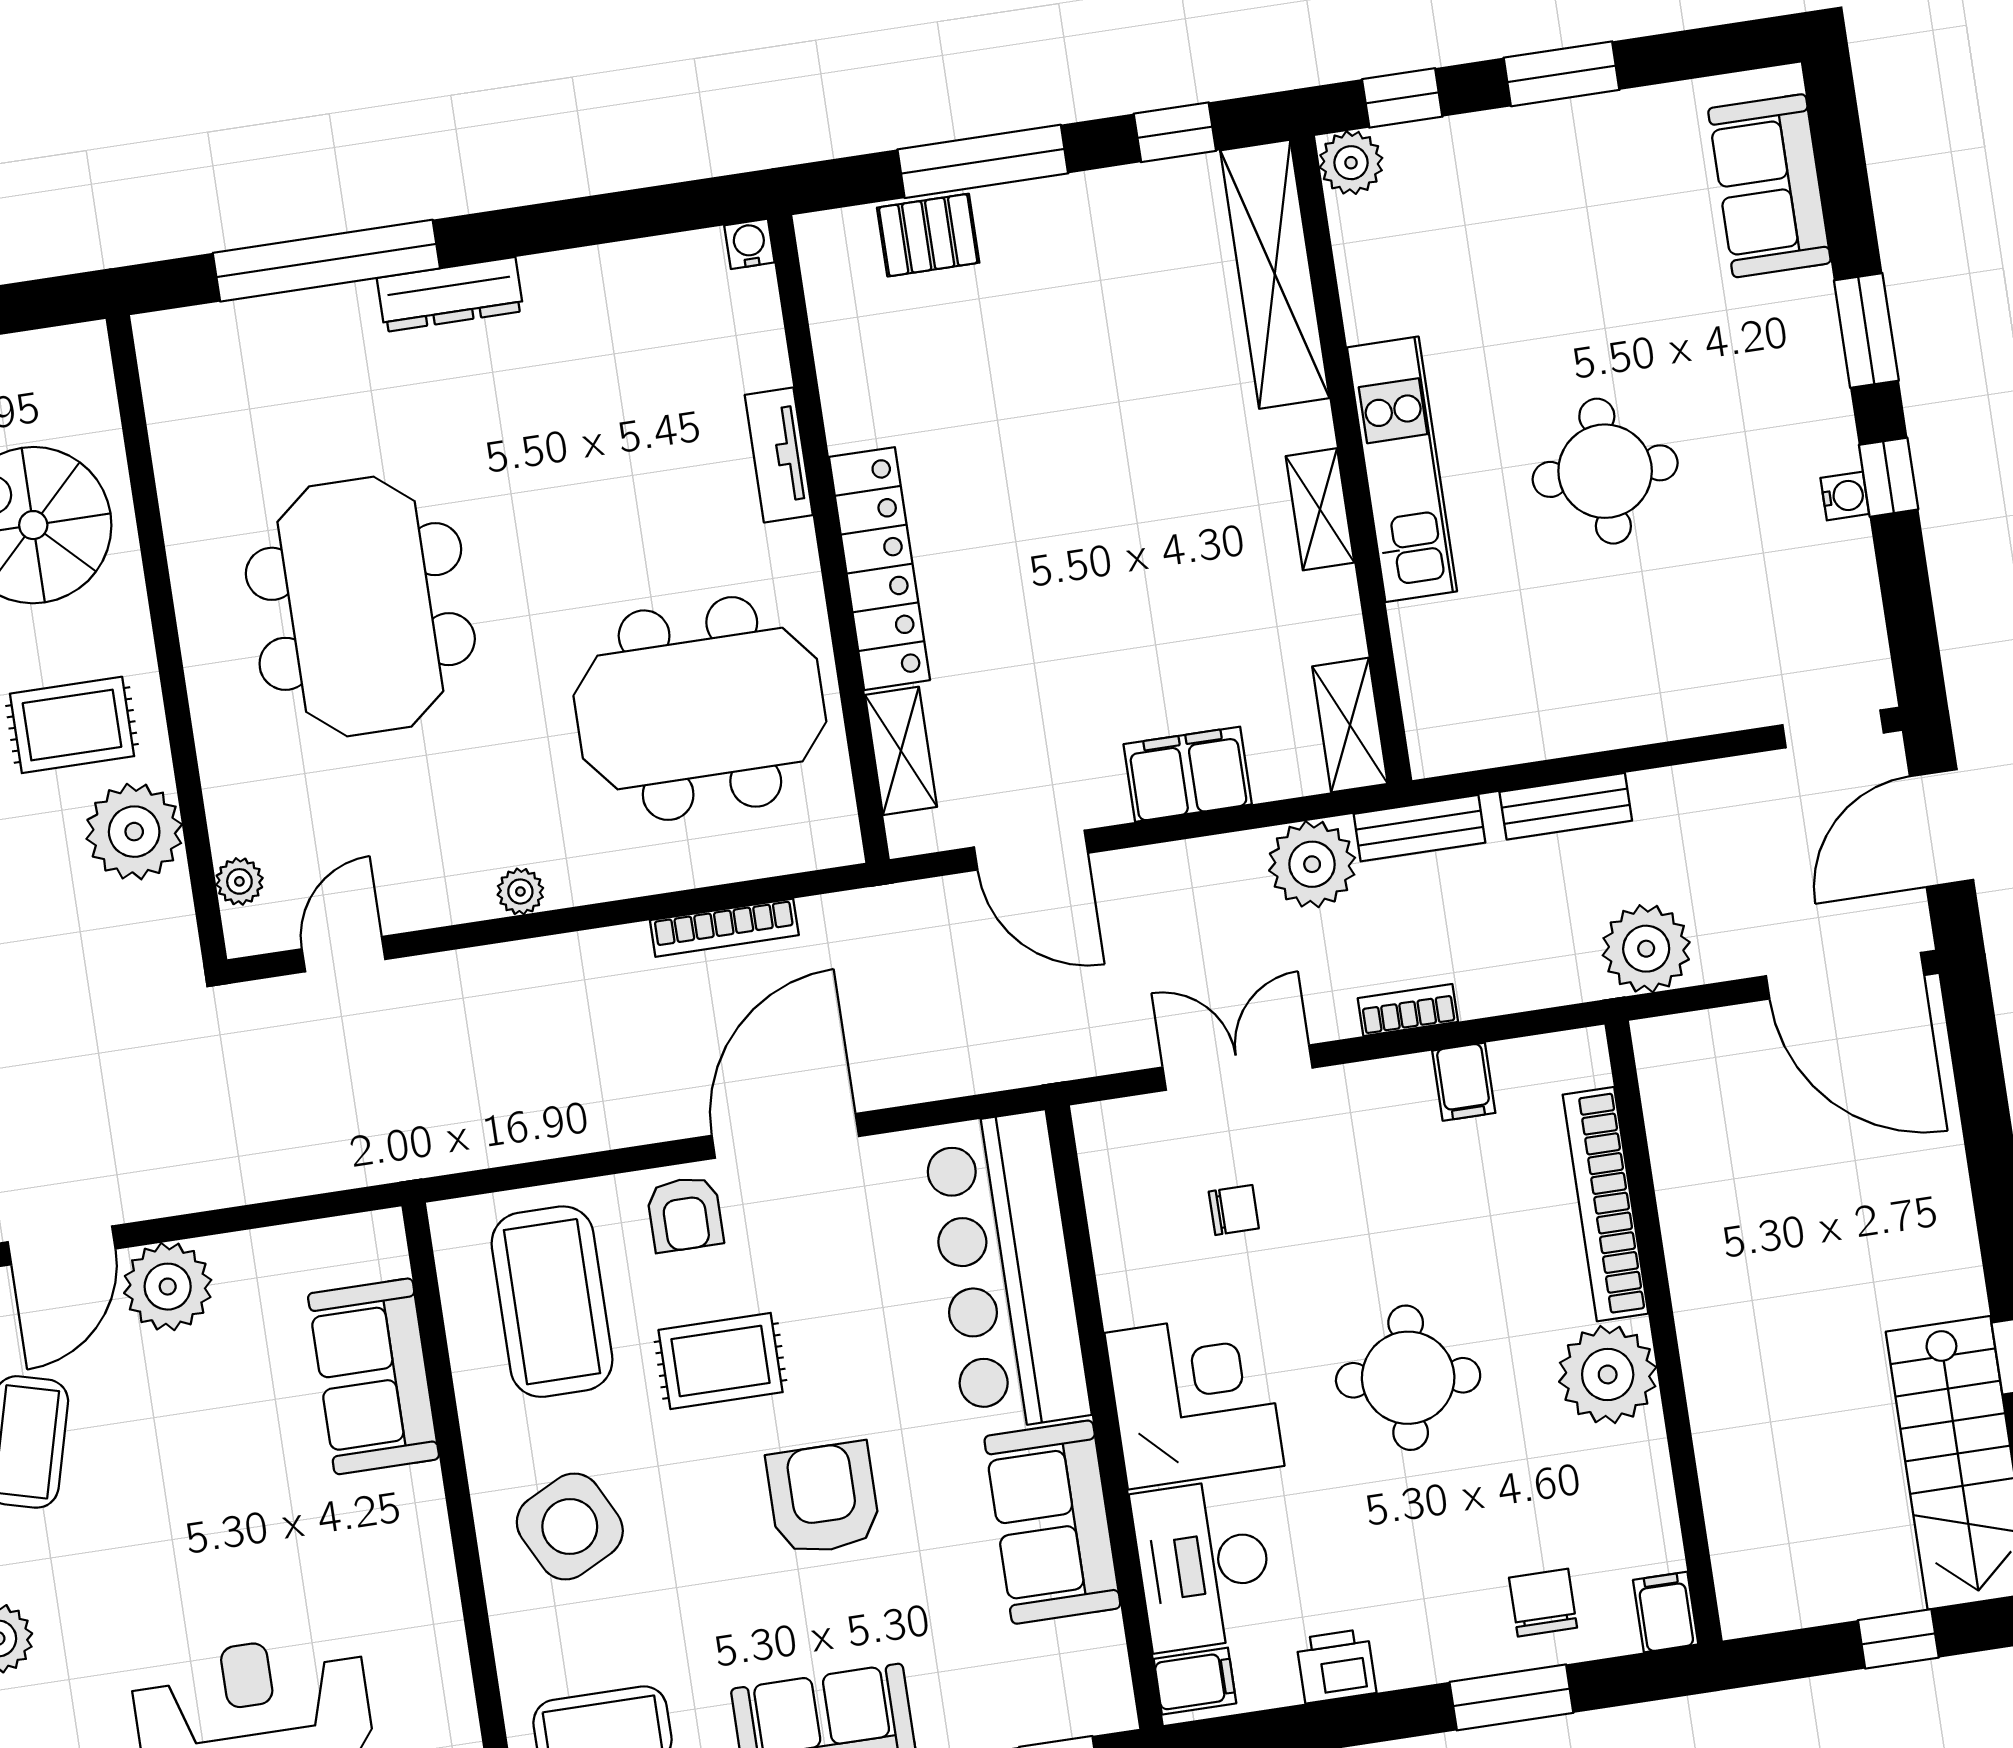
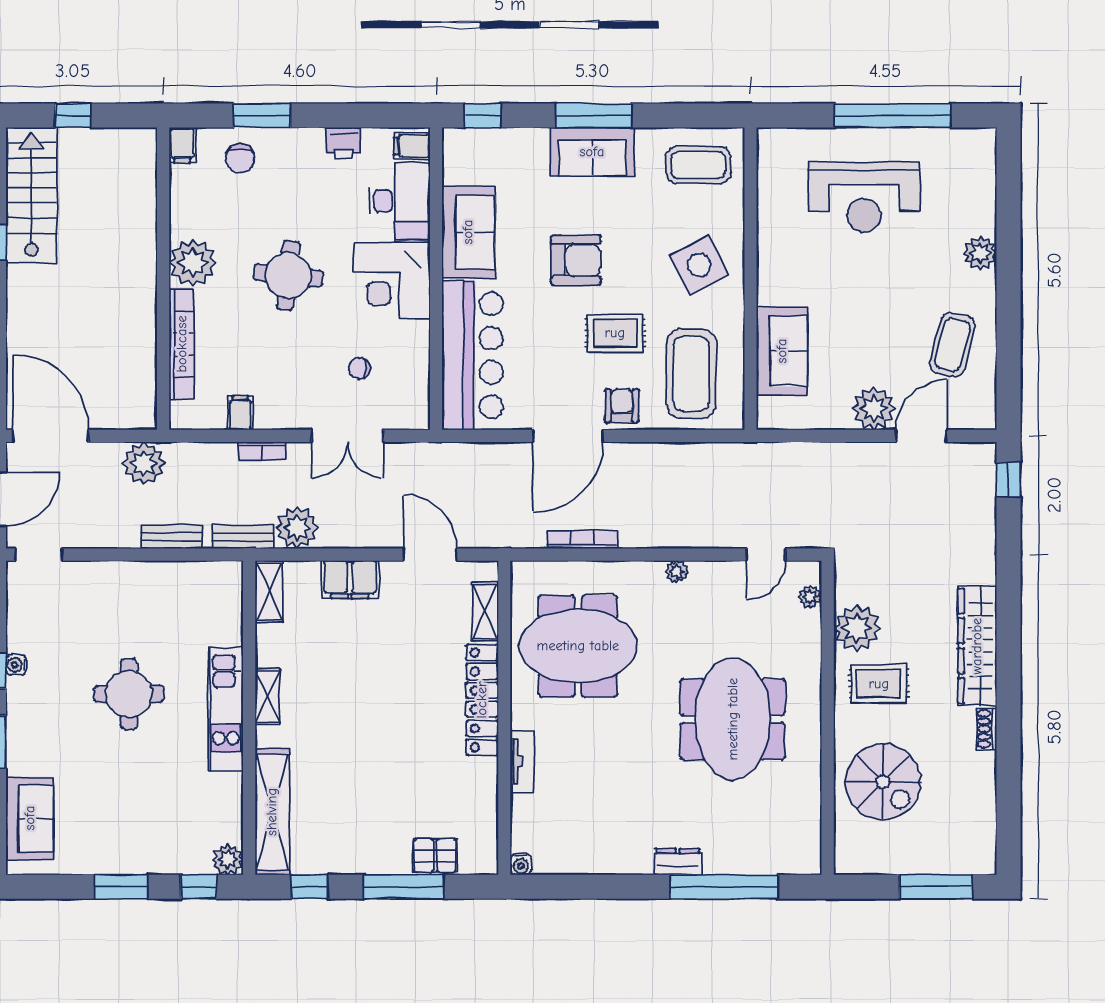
dresser: (450, 295) -> (678, 862), width x0.70
armchair: (823, 1498) -> (576, 260), turned -90

